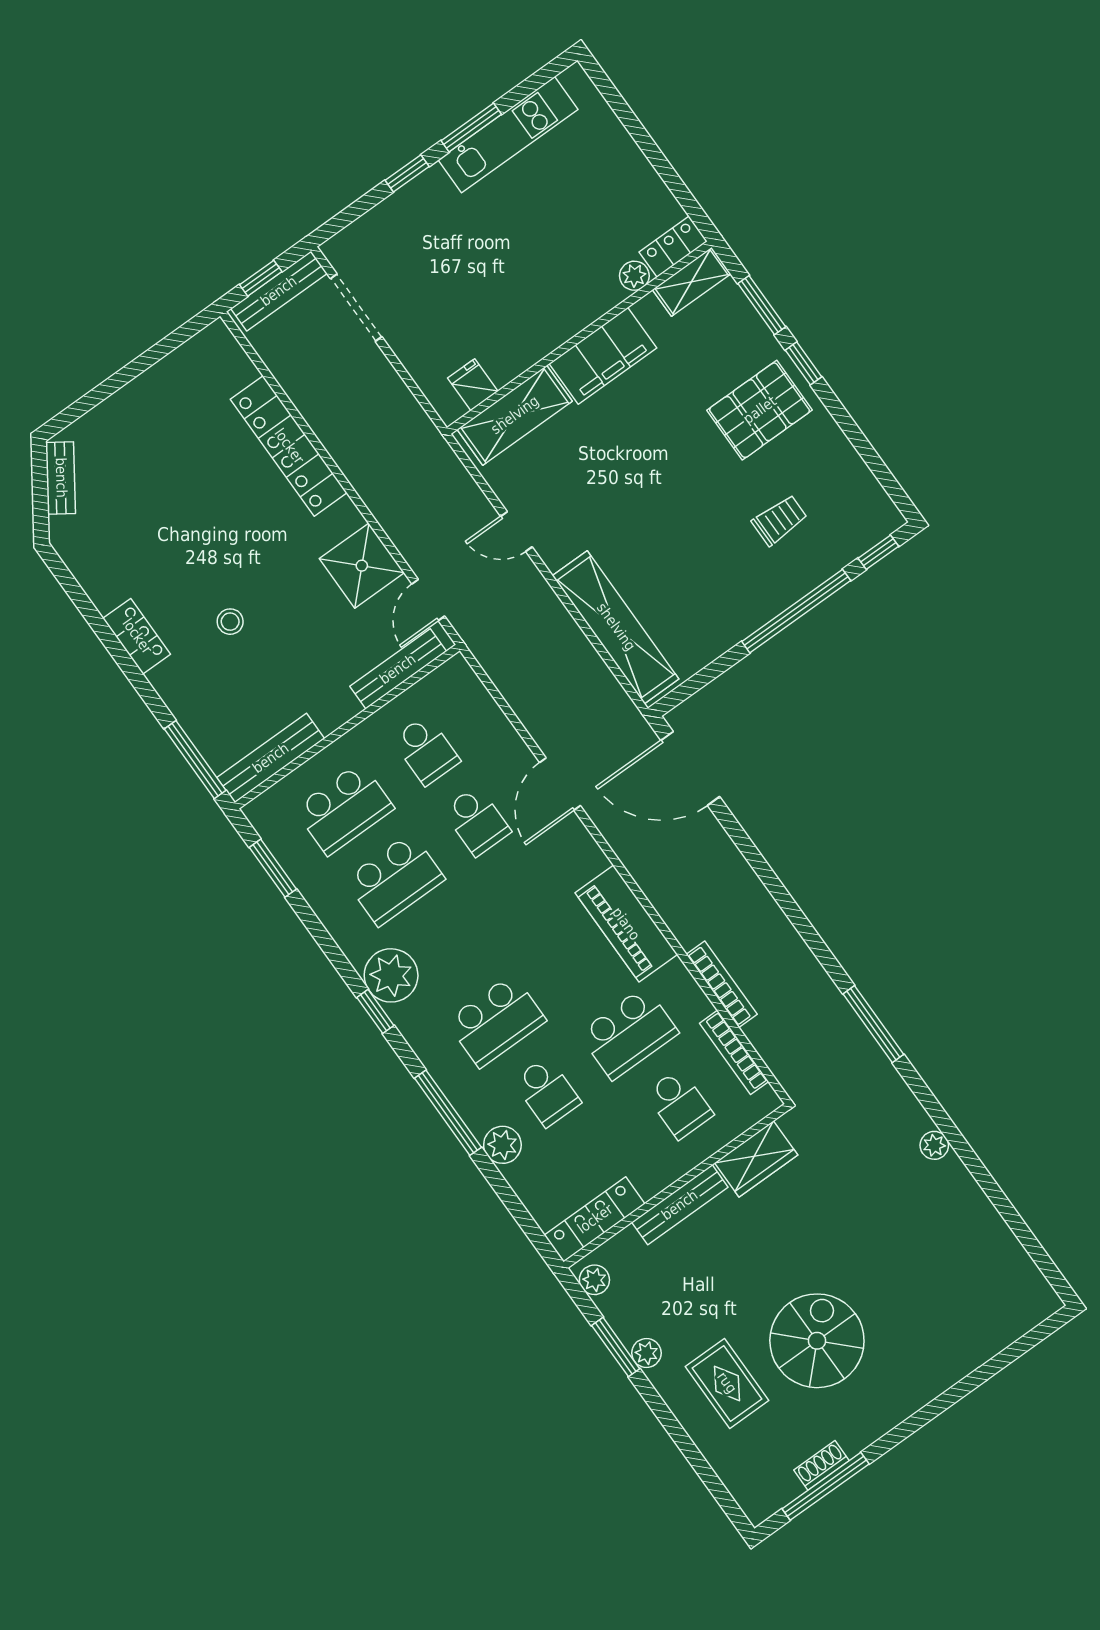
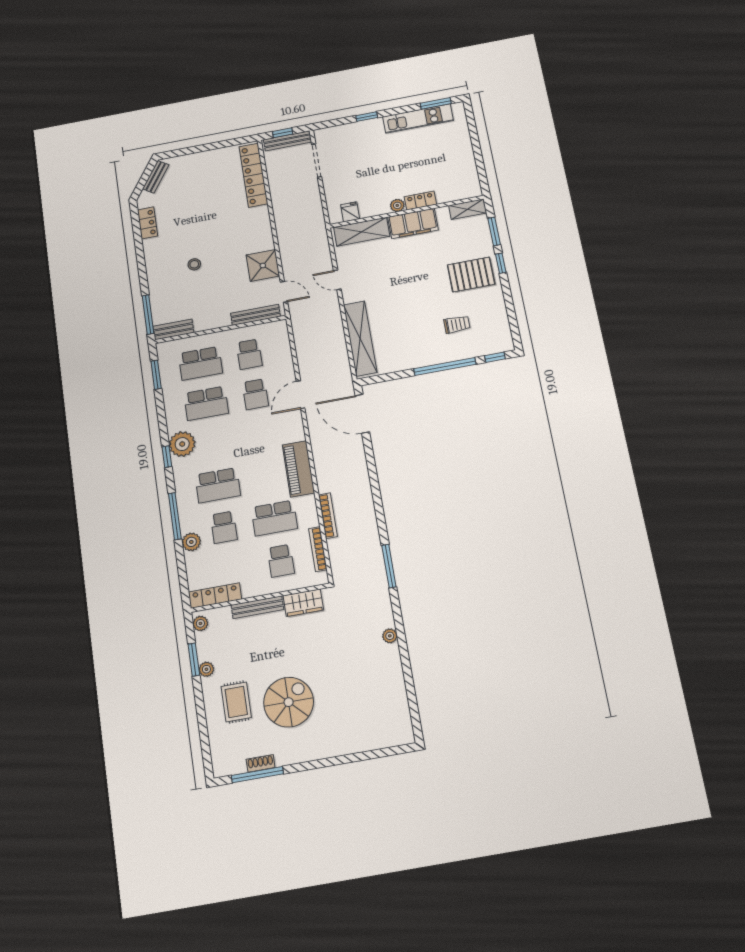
window: (471, 128) -> (436, 103), moved
locker: (673, 247) -> (420, 201), moved
plant: (634, 276) -> (397, 205), moved
locker: (289, 446) -> (253, 175), moved
door: (428, 600) -> (284, 292), swing flipped
locker: (137, 636) -> (148, 223), moved
bench: (271, 758) -> (173, 329), width x0.73

